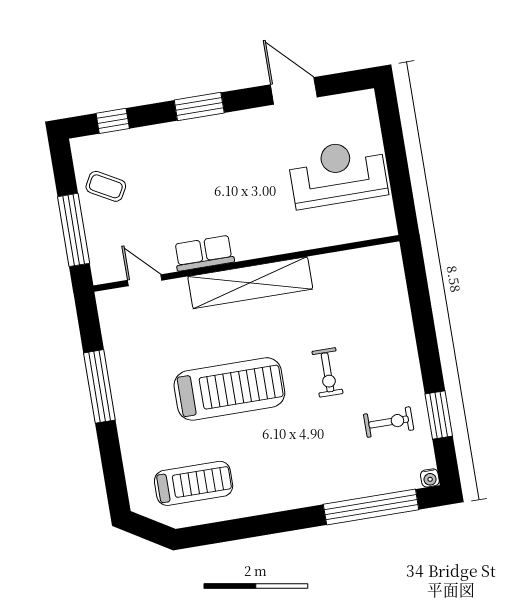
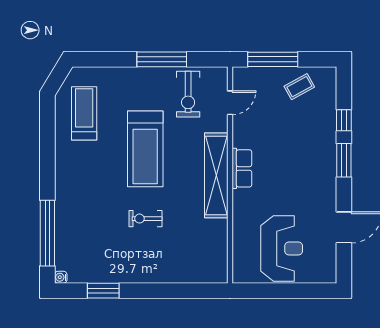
window: (113, 121) -> (344, 120), moved
coffee table: (106, 186) -> (299, 87), turned 32
row of seats: (204, 253) -> (242, 168), moved
exercise bike: (389, 422) -> (188, 94), moved, width x1.38, depth x1.39
treadmill: (194, 483) -> (84, 113), turned 180

